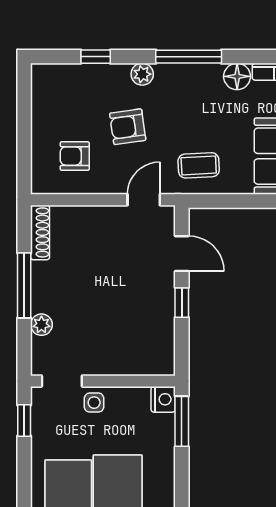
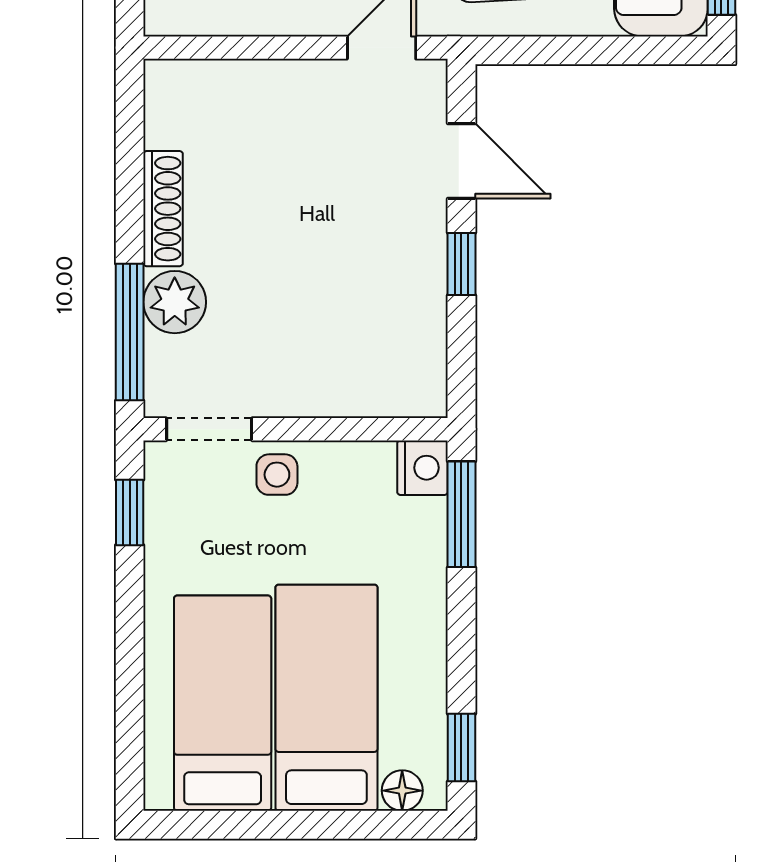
shoe rack: (40, 232) -> (163, 209), moved
window: (24, 285) -> (130, 332), moved
plant: (41, 325) -> (175, 302), width x1.38, depth x1.38

